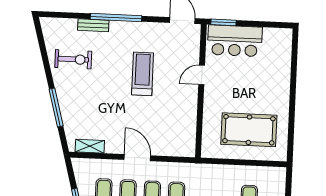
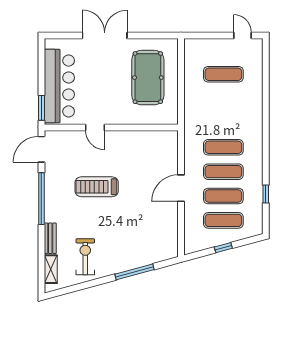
window: (116, 17) -> (41, 199), moved
bar counter: (235, 41) -> (59, 86), width x1.36
double door: (293, 89) -> (105, 35), added
shelving: (90, 146) -> (51, 269), moved

